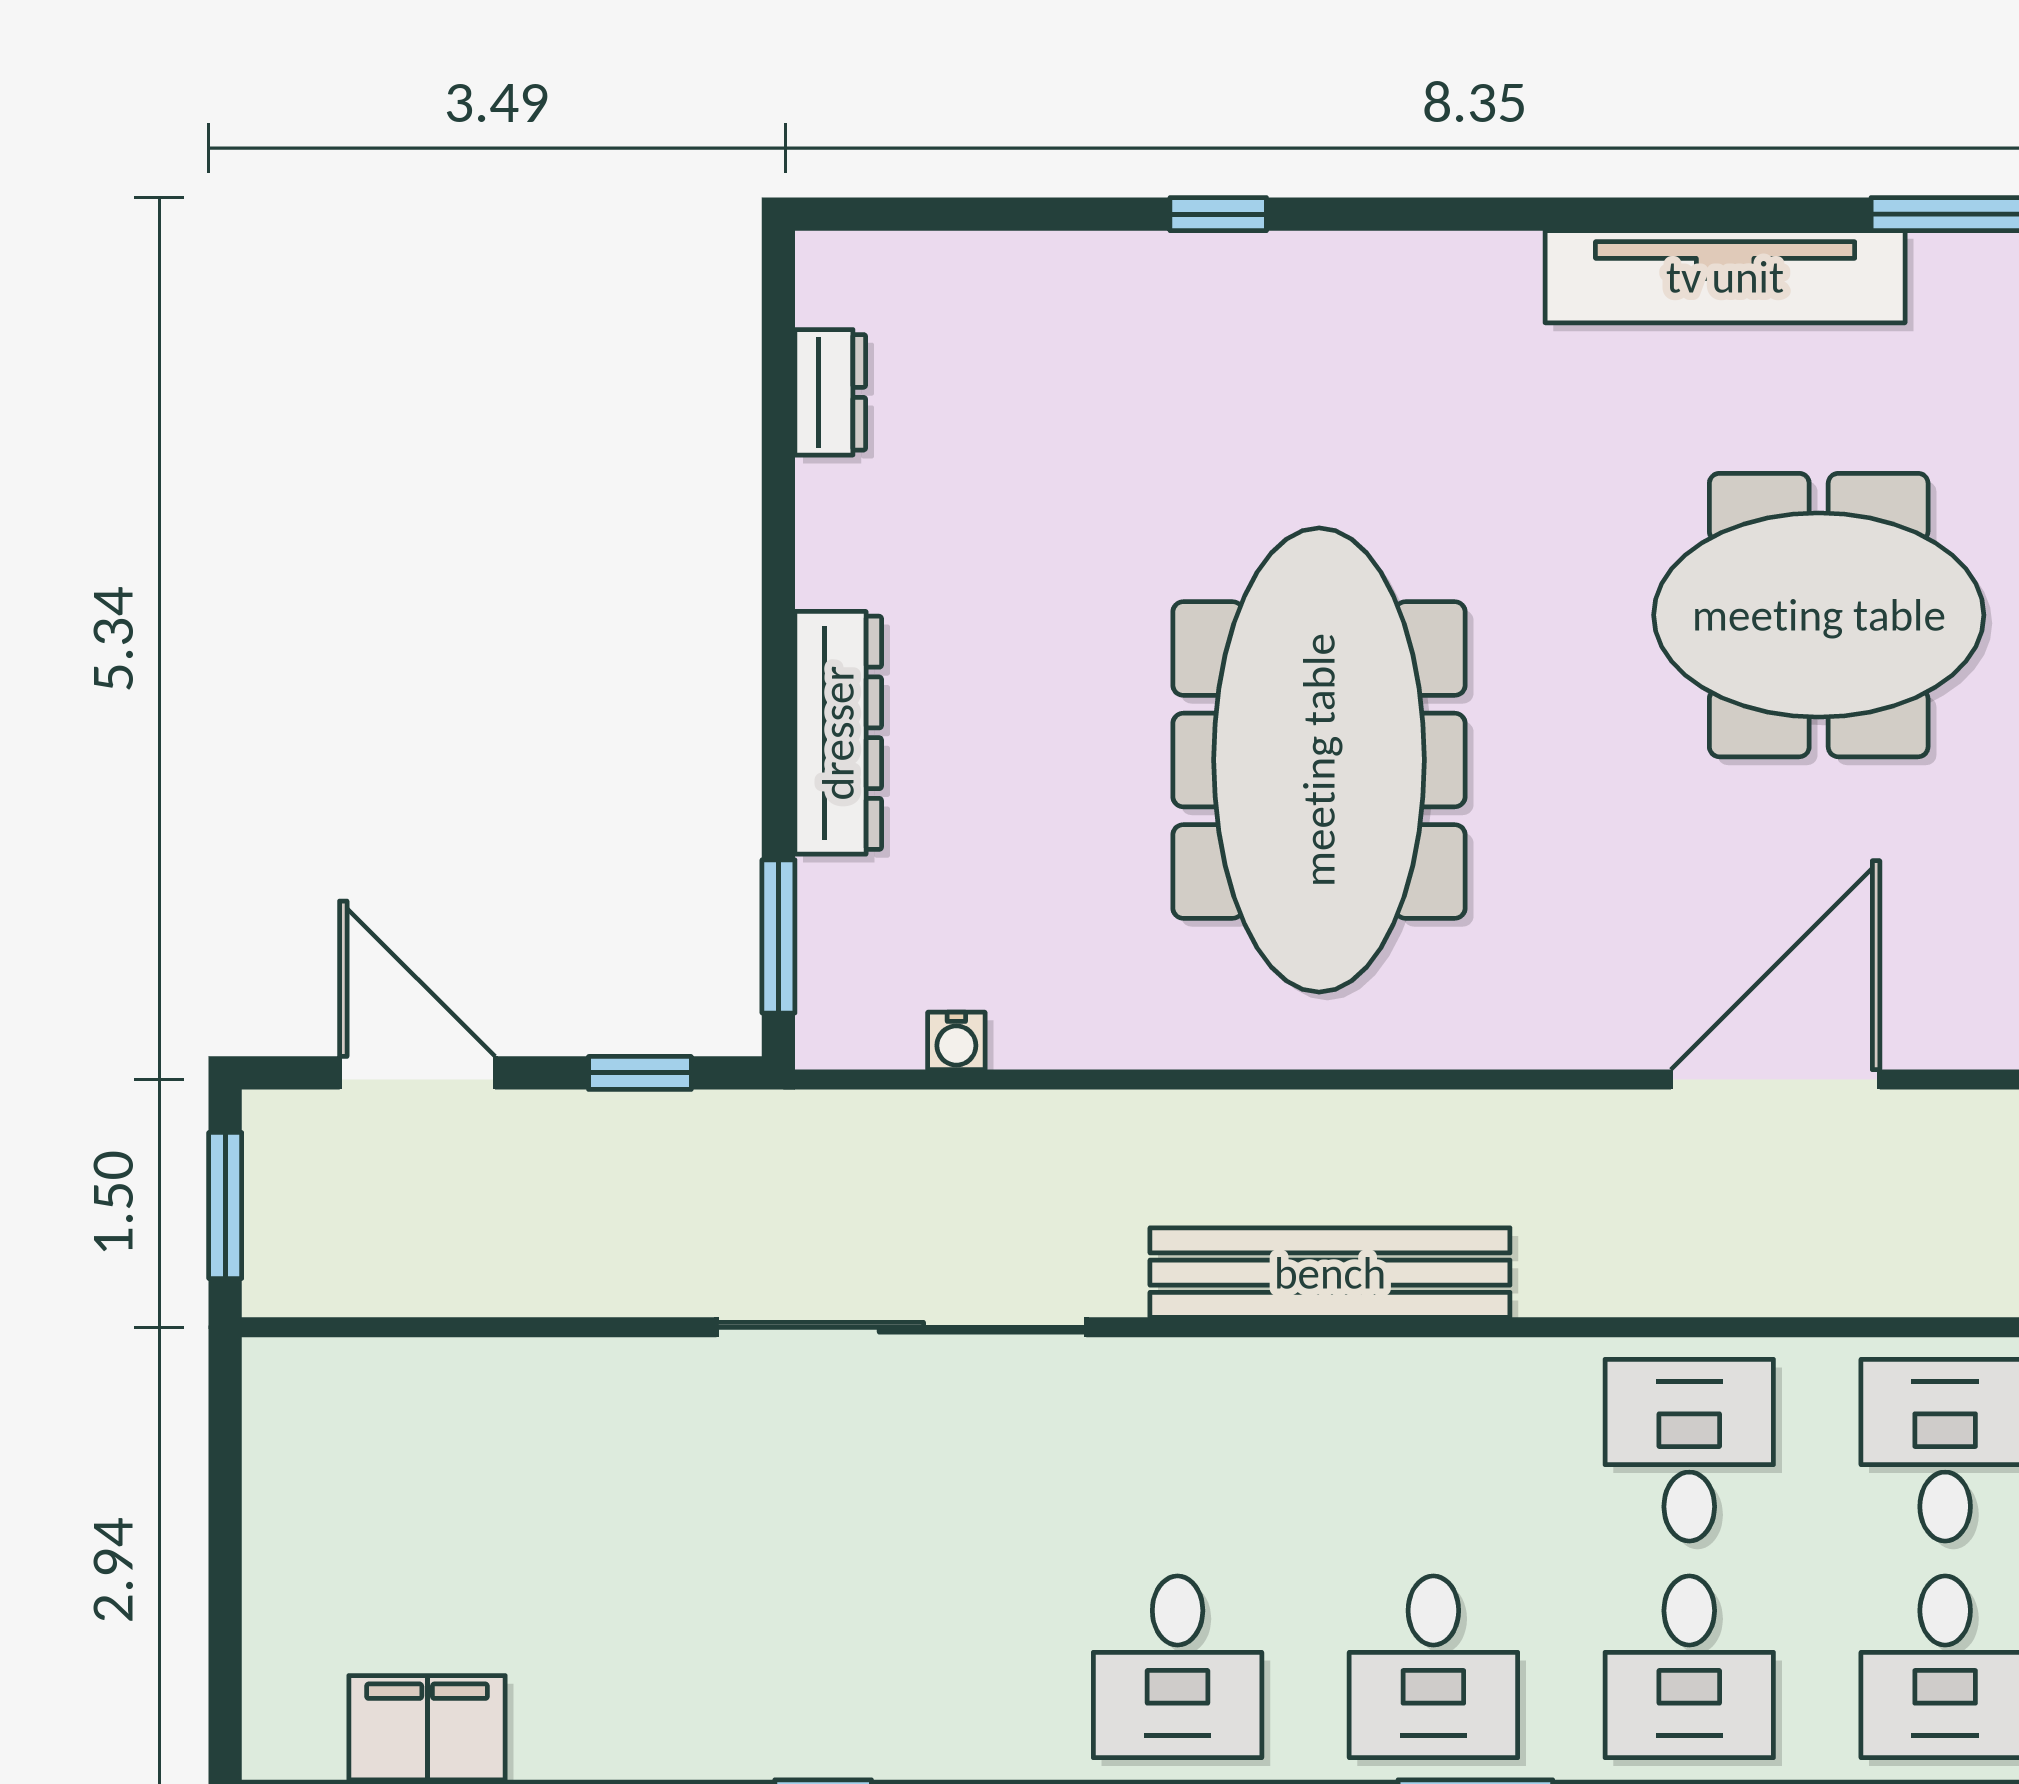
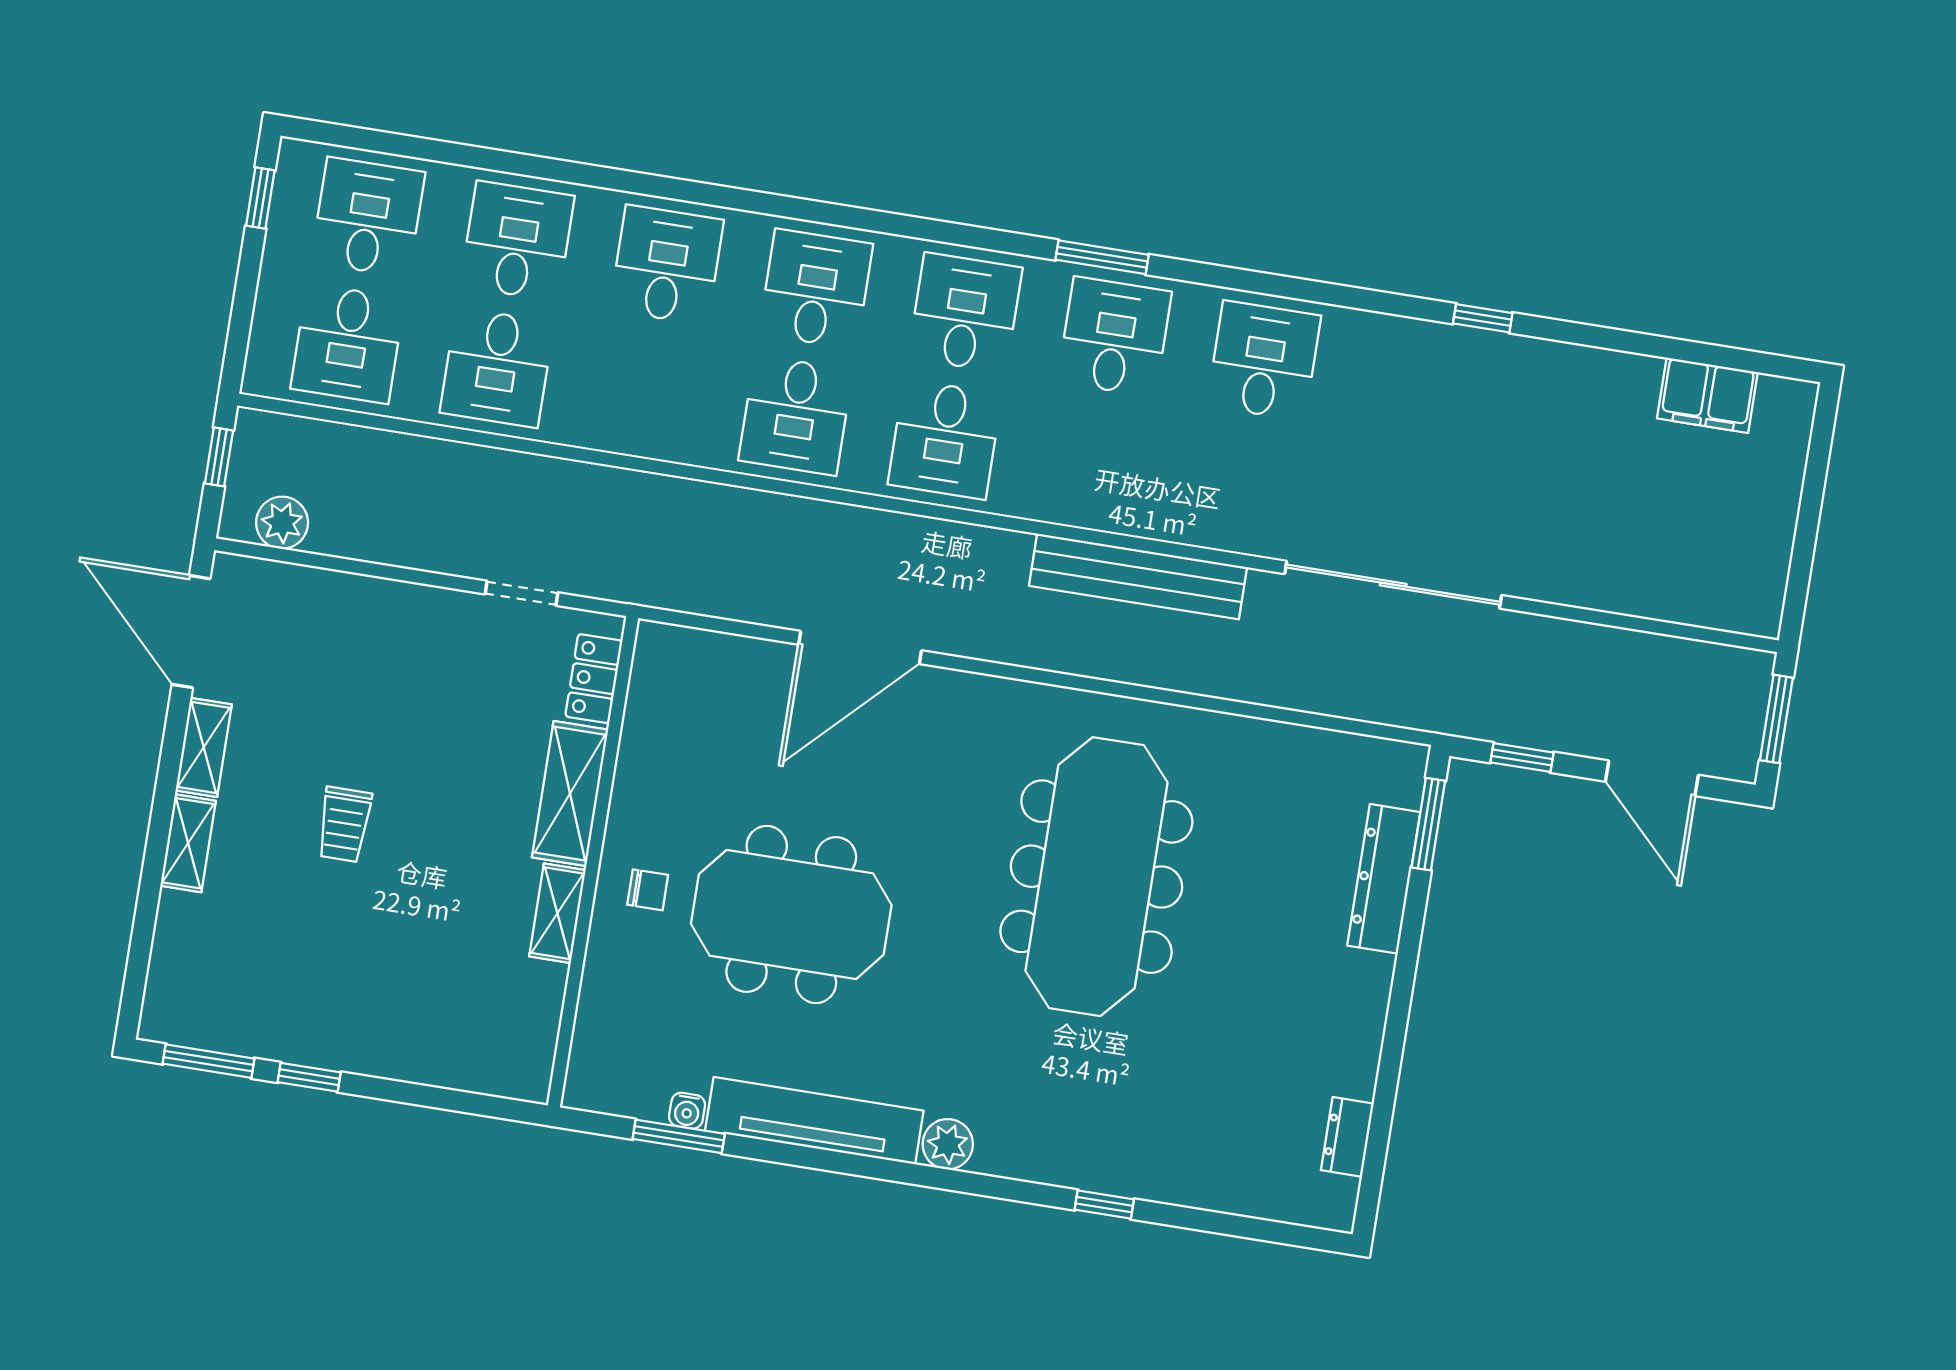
plant: (1496, 273) -> (948, 1144), added
dresser: (838, 733) -> (1384, 879), moved
water cooler: (956, 1041) -> (687, 1111), moved, turned 180

